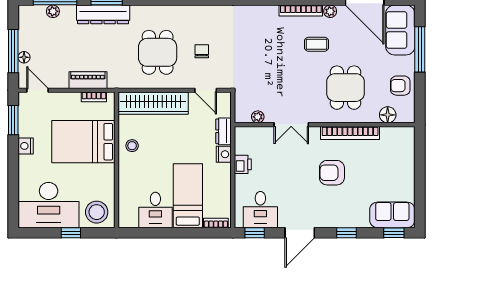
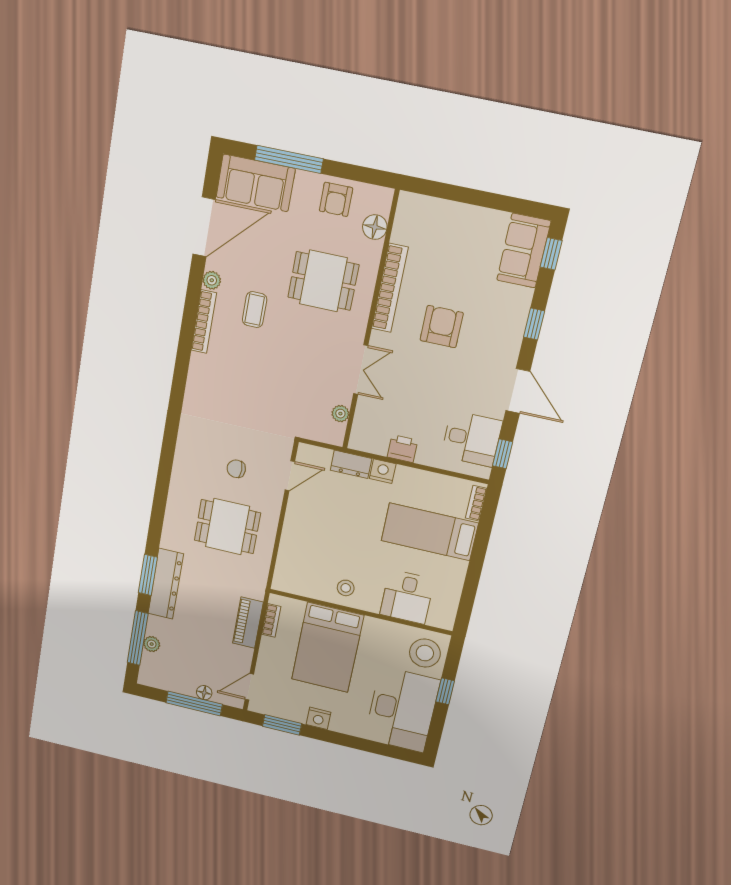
wardrobe: (153, 103) -> (294, 548), removed
armchair: (332, 173) -> (442, 327), turned 180
desk: (155, 210) -> (407, 597), moved, turned 90

